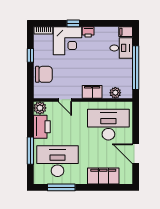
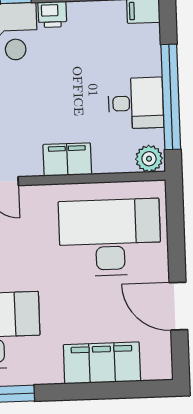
desk: (121, 48) -> (136, 103), moved
plant: (115, 93) -> (149, 159), moved

